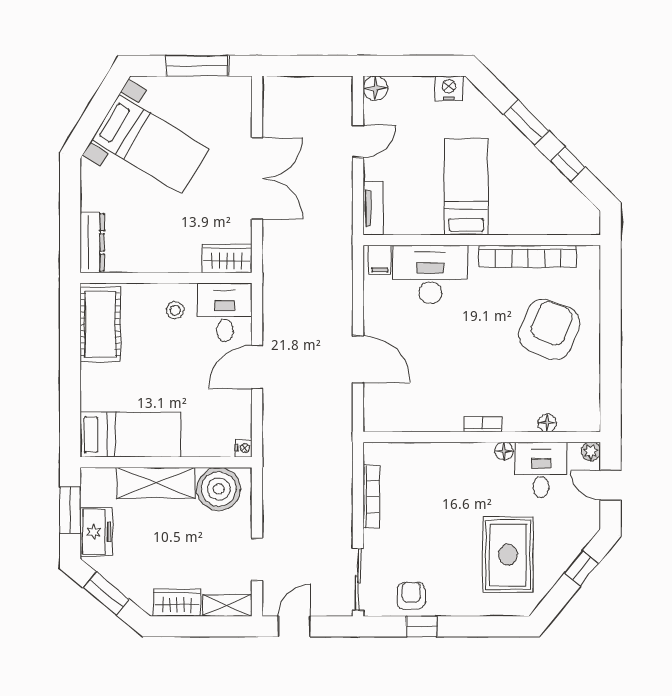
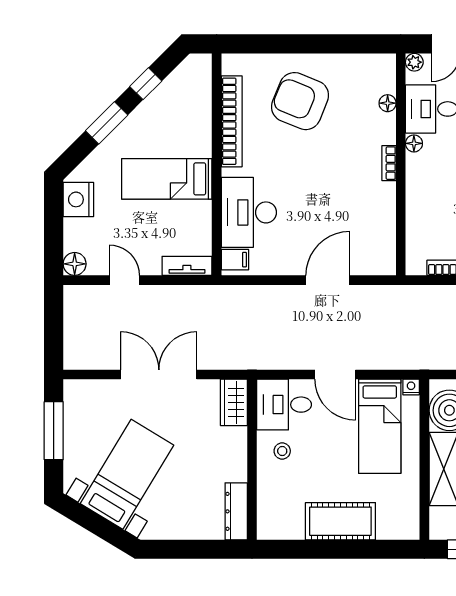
nightstand: (449, 88) -> (78, 199), width x1.36, depth x1.33
dresser: (92, 242) -> (236, 511), moved, turned -90
cot: (100, 324) -> (340, 521), moved
bed: (131, 435) -> (380, 426), moved, turned 180

